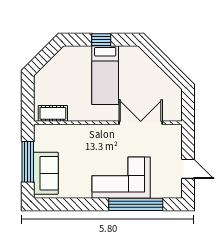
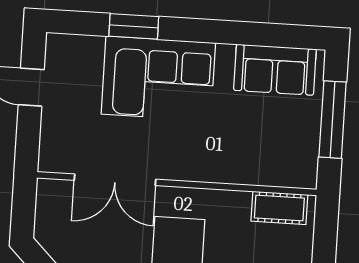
sofa: (46, 173) -> (275, 70), moved, turned -90
window: (136, 204) -> (134, 26), width x0.47

